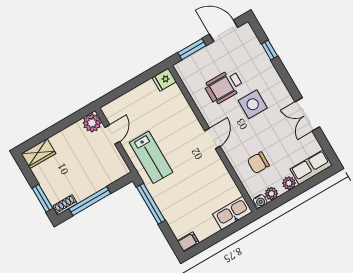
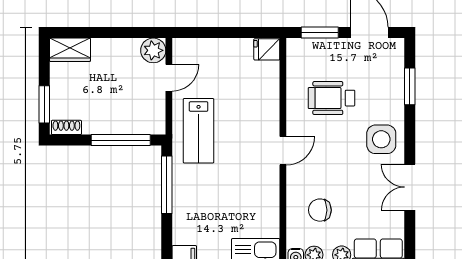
window: (270, 50) -> (410, 86), width x1.50
side table: (253, 104) -> (381, 139), moved
window: (90, 201) -> (121, 140), moved

